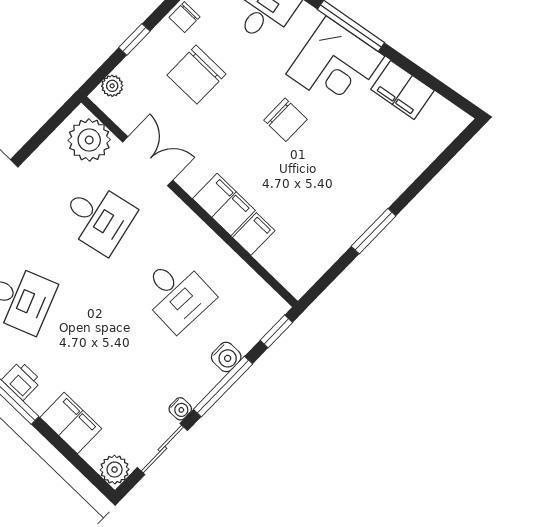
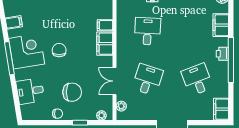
filing cabinet: (402, 90) -> (14, 22), width x0.50
plant: (89, 140) -> (121, 106), width x0.53, depth x0.53
desk: (98, 218) -> (148, 80), turned 30

